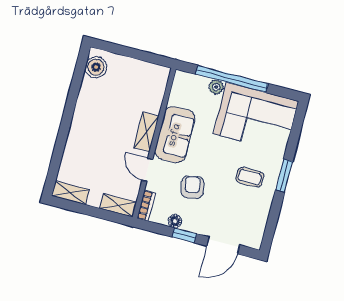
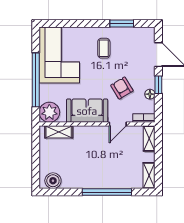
plant: (216, 87) -> (49, 112), moved, width x1.87, depth x1.87
shelving: (146, 132) -> (59, 132), moved
window: (63, 133) -> (107, 192), added
window: (284, 176) -> (122, 24), moved
armchair: (192, 187) -> (122, 88), turned 70

